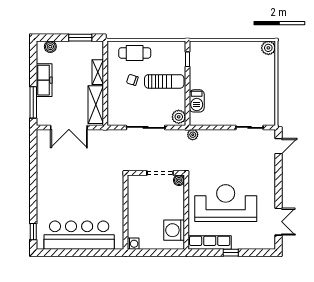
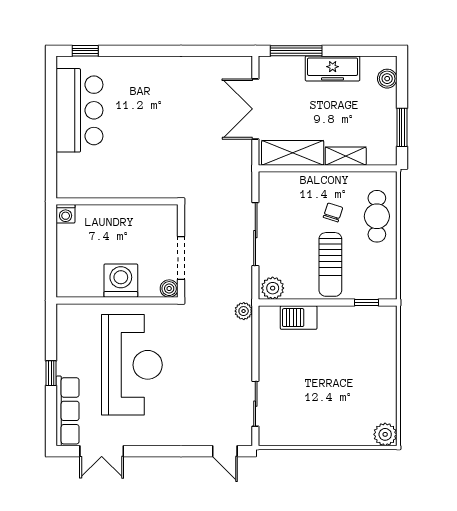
washing machine: (174, 230) -> (121, 281), moved
bar counter: (79, 235) -> (79, 110), width x0.73
row of seats: (210, 242) -> (68, 411), moved

